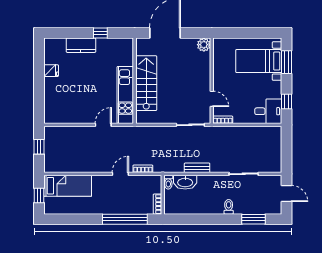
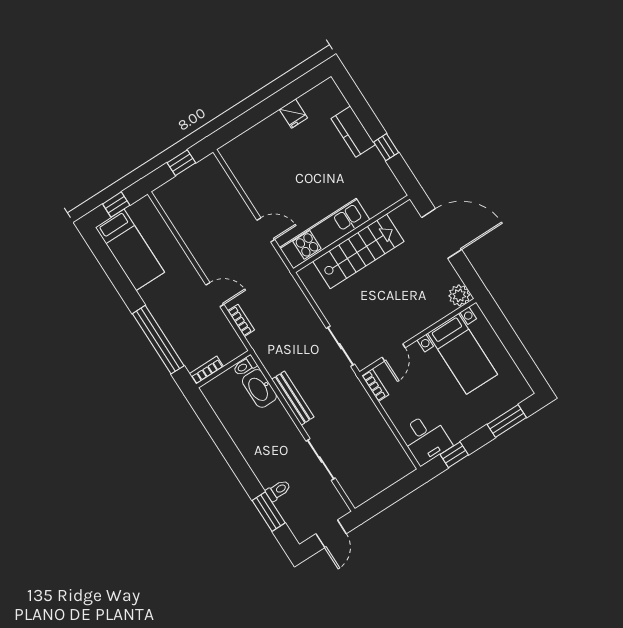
bed with nightstands: (259, 61) -> (462, 354), moved, turned 180
bench: (197, 168) -> (293, 398), width x1.36
bed: (68, 186) -> (130, 250), moved
toilet: (229, 207) -> (278, 490), moved

